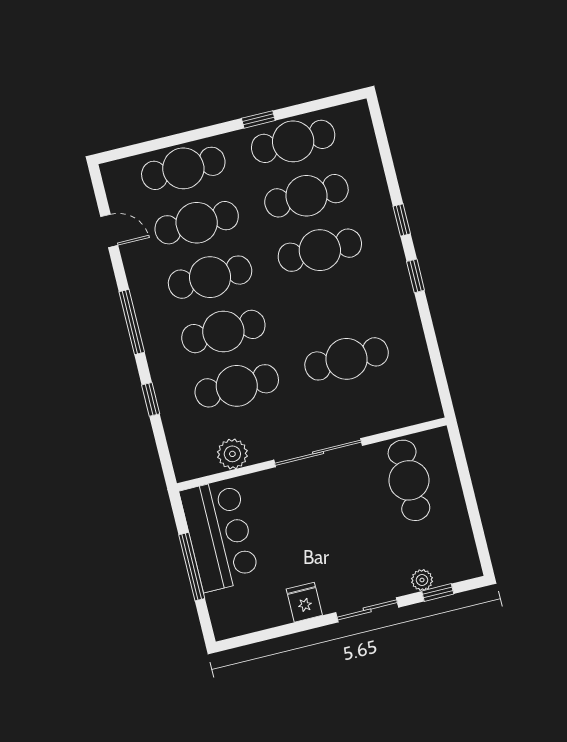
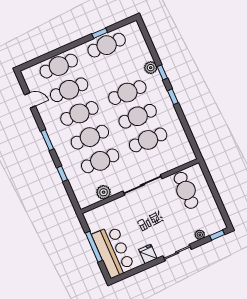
window: (258, 119) -> (100, 33), moved
cafe table: (306, 196) -> (138, 116), moved
plant: (379, 206) -> (151, 68), added
window: (132, 322) -> (47, 140), width x0.69
bar counter: (220, 535) -> (113, 251), moved
window: (438, 593) -> (217, 235), moved

